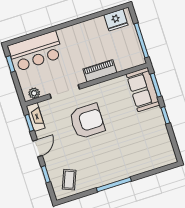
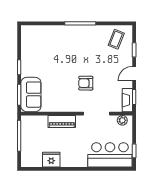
fridge: (116, 20) -> (51, 160), moved
armchair: (87, 121) -> (86, 83), width x0.53, depth x0.53

